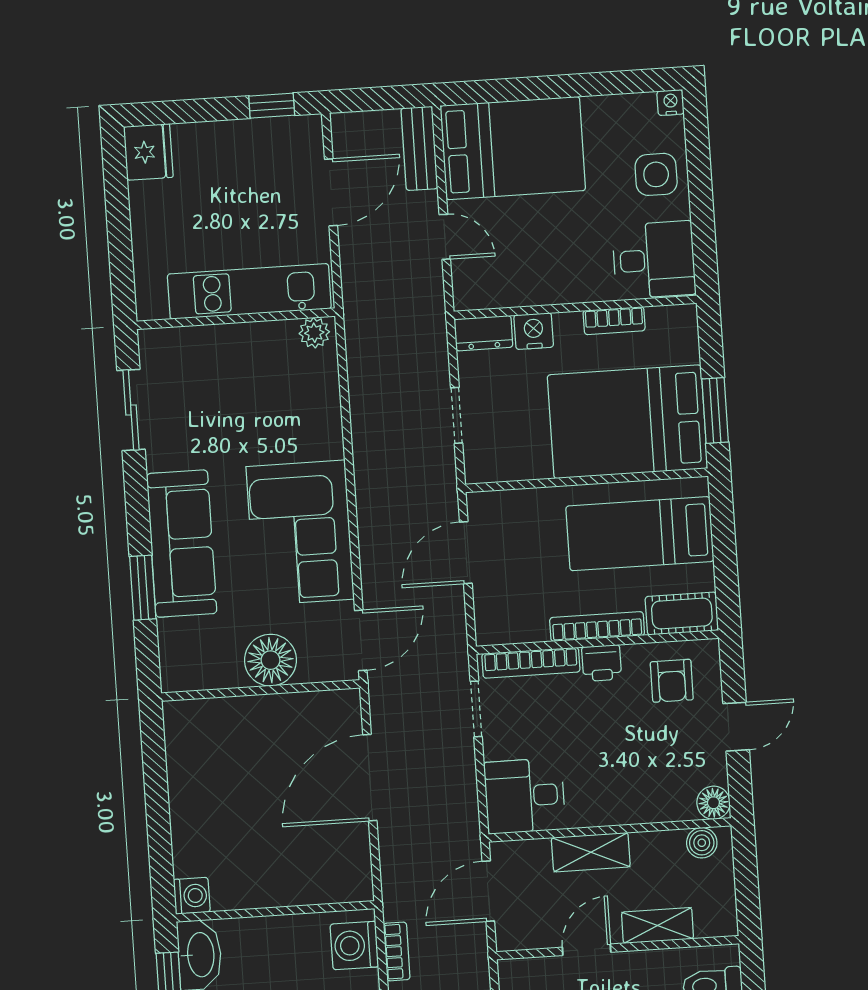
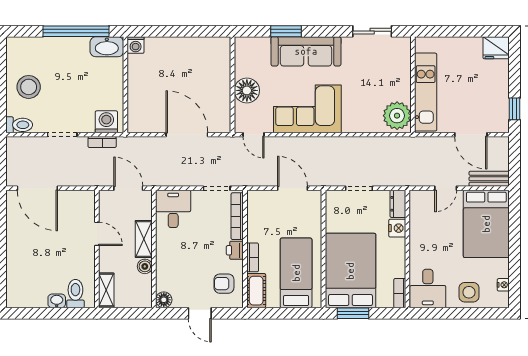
nightstand: (671, 103) -> (503, 285), moved
bookcase: (614, 321) -> (400, 293), moved
plant: (314, 333) -> (397, 116), width x1.87, depth x1.87
bookcase: (597, 627) -> (253, 257), width x0.64
door: (361, 640) -> (253, 135), width x0.73
boiler: (702, 843) -> (145, 266), moved
shelving: (658, 925) -> (106, 290), moved

